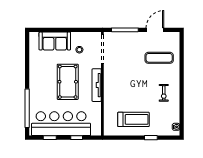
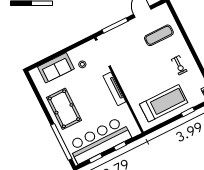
pool table: (68, 82) -> (64, 109), moved
treadmill: (133, 119) -> (164, 103), width x1.37, depth x1.38

